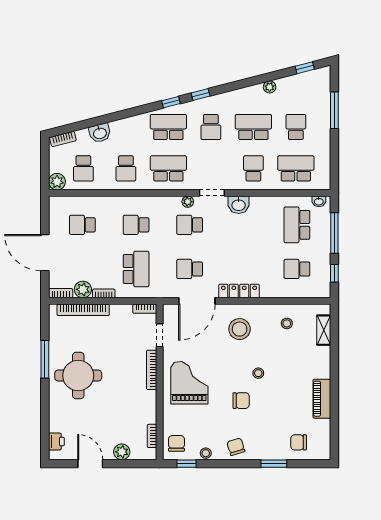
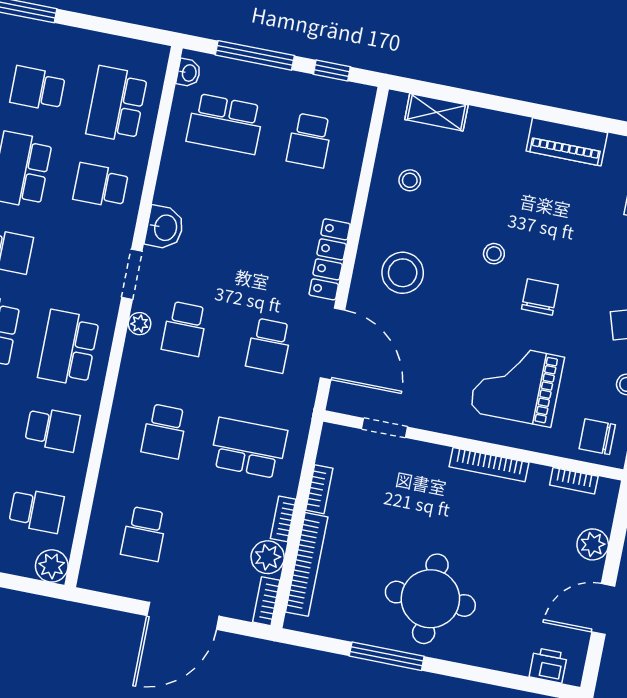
bookcase: (145, 309) -> (319, 489), moved
bookcase: (152, 370) -> (489, 465), moved
grand piano: (189, 383) -> (517, 384), moved

